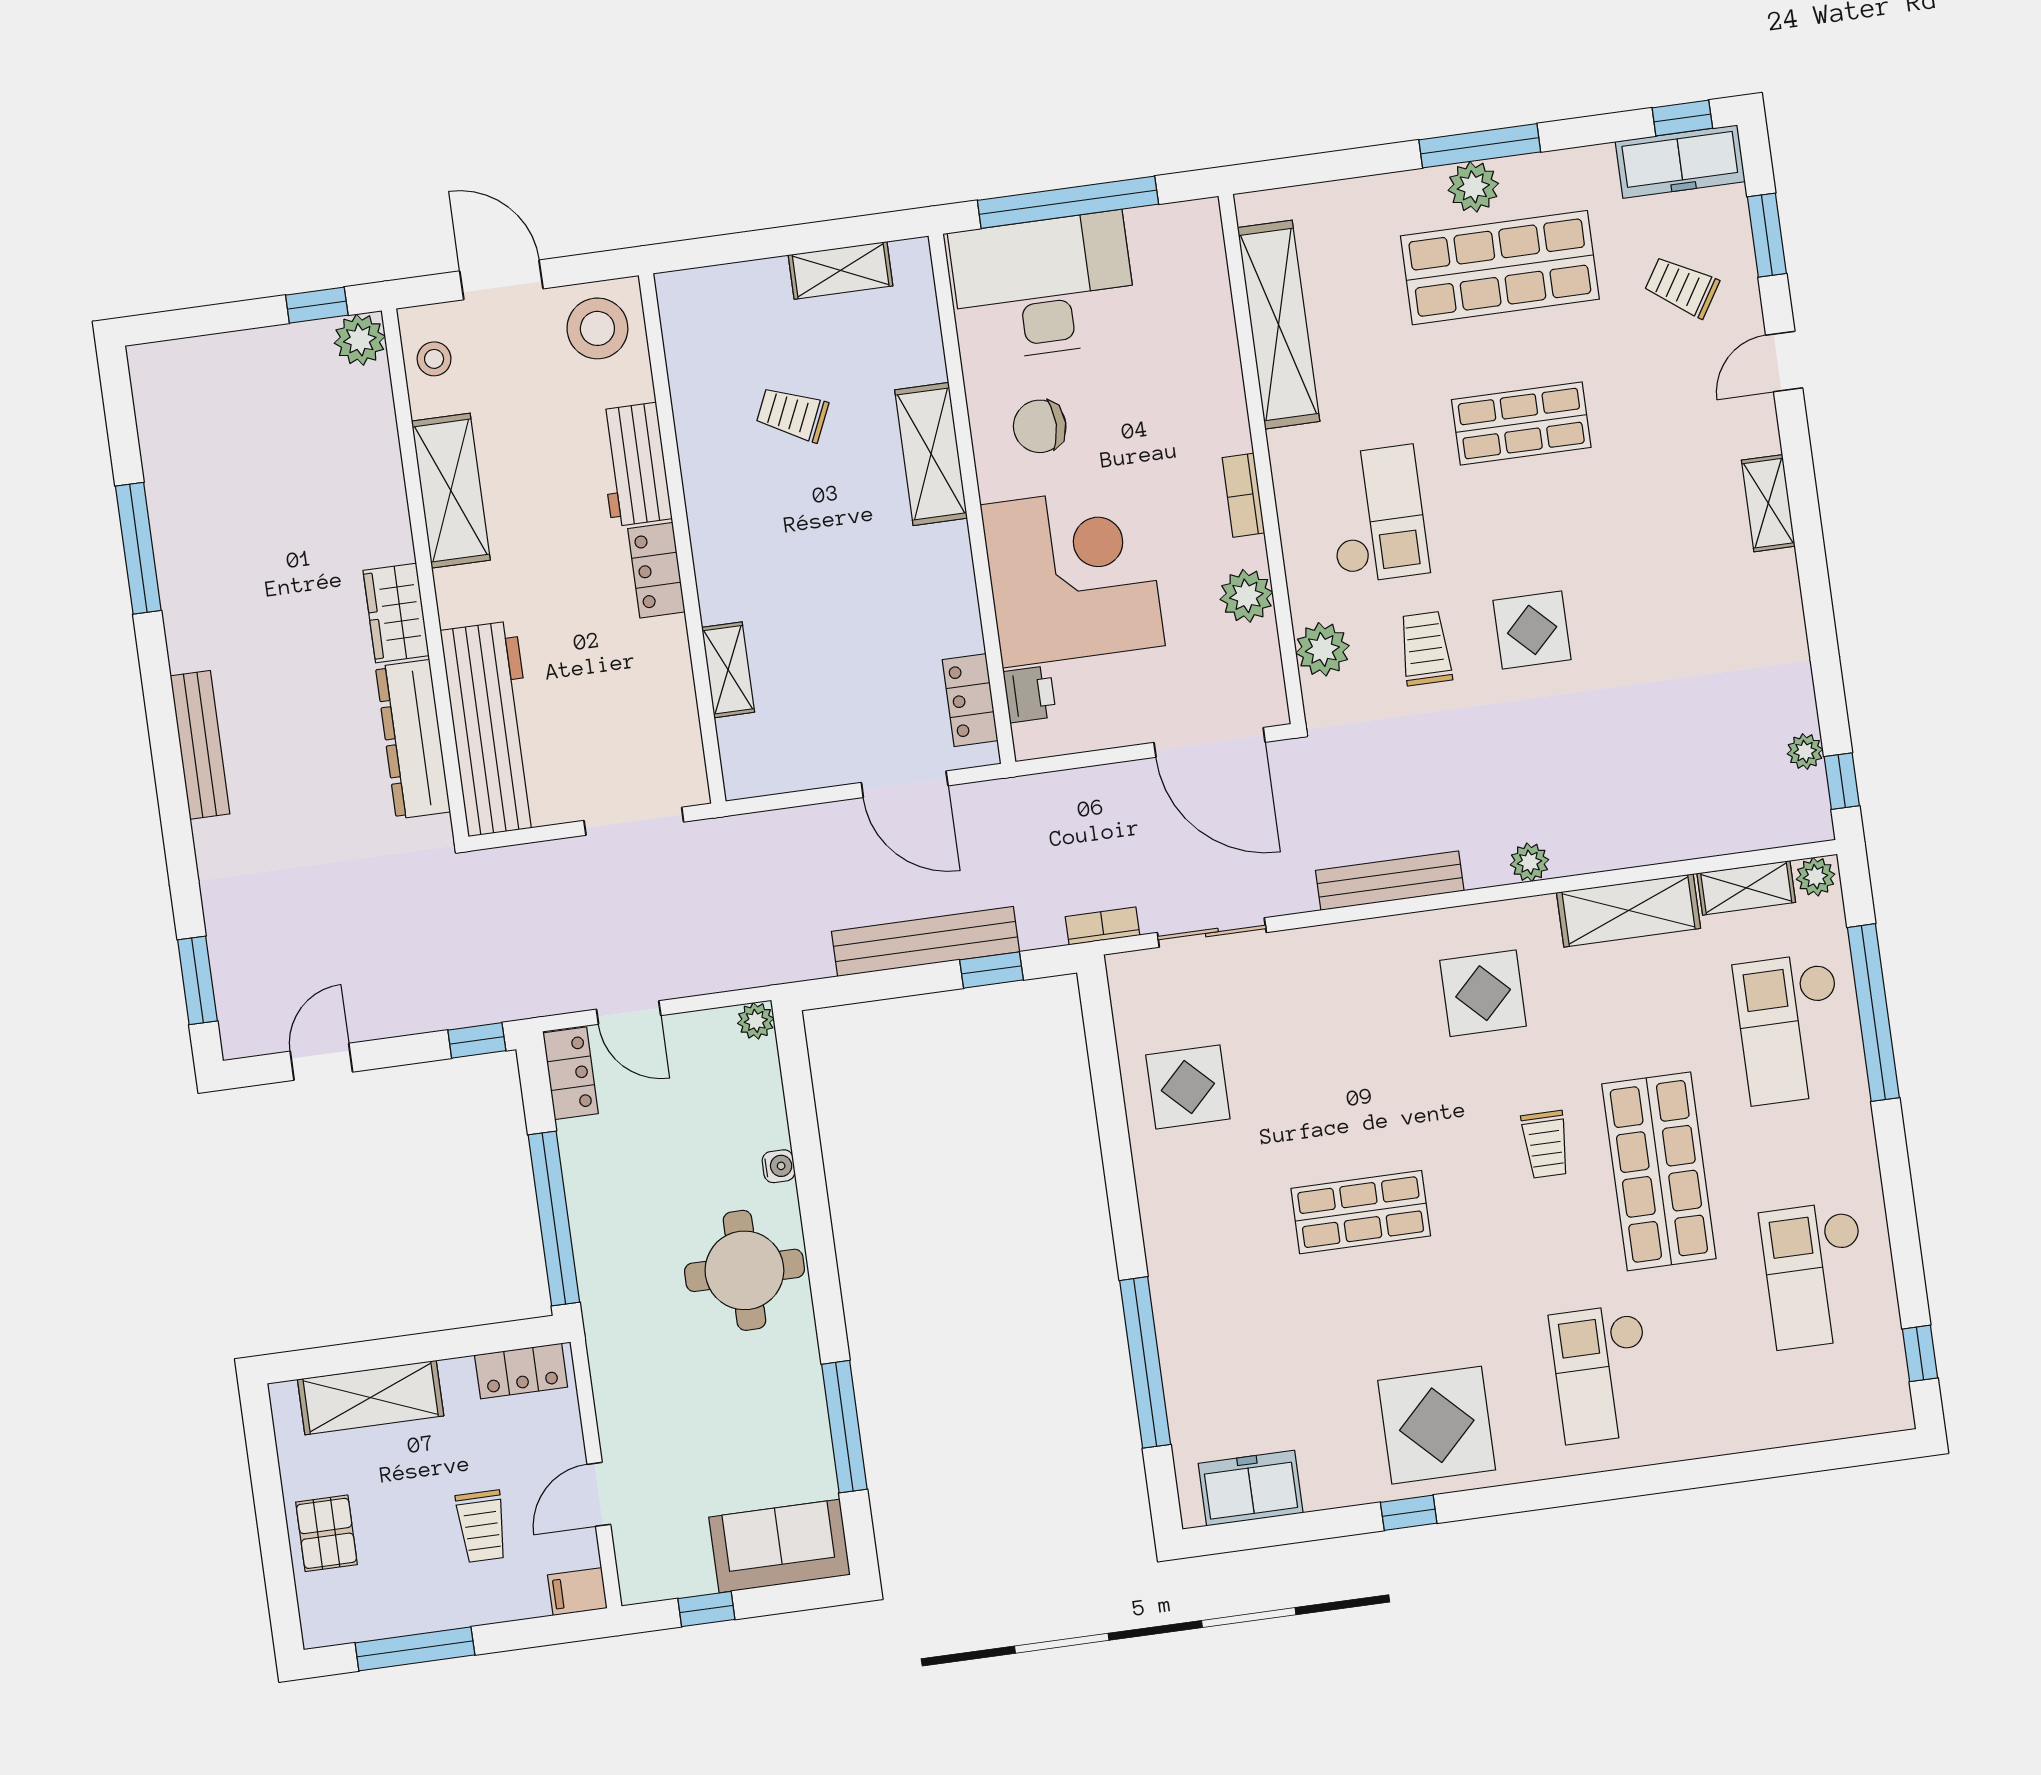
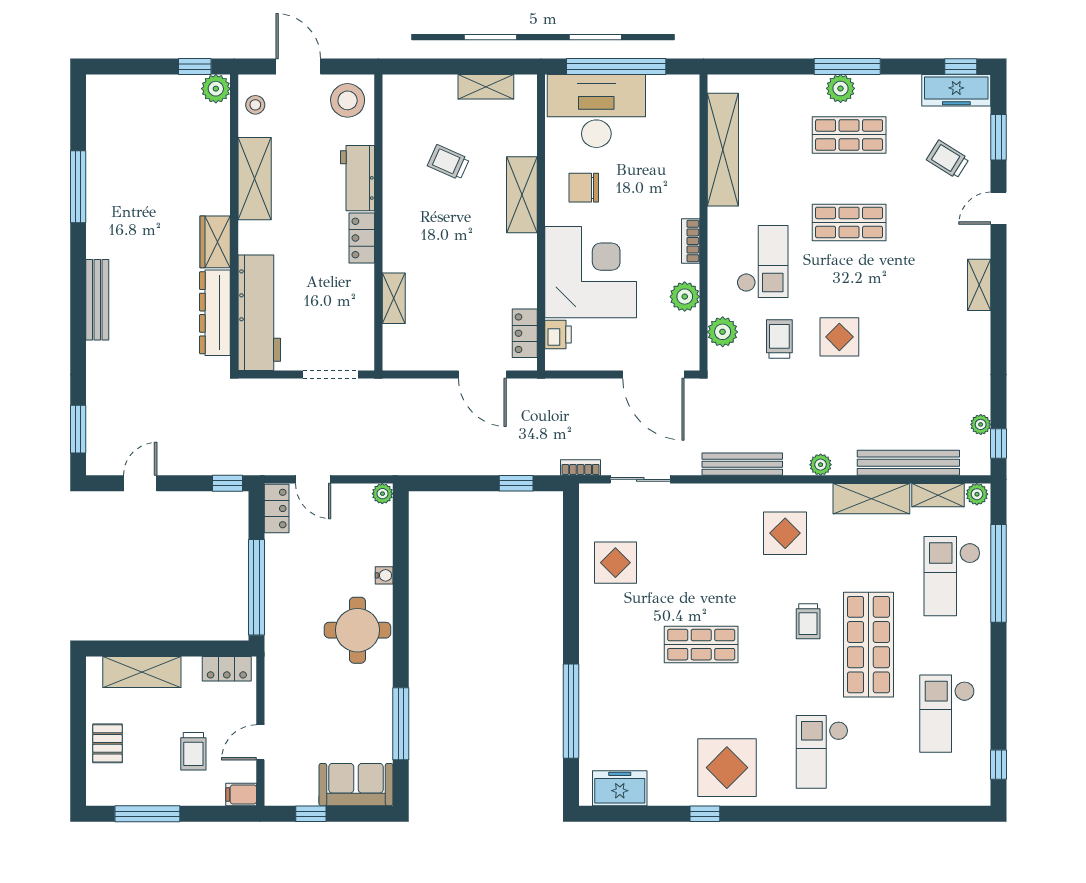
shop shelf: (1500, 268) -> (849, 135), width x0.70, depth x0.74
bench: (925, 942) -> (908, 463), moved

